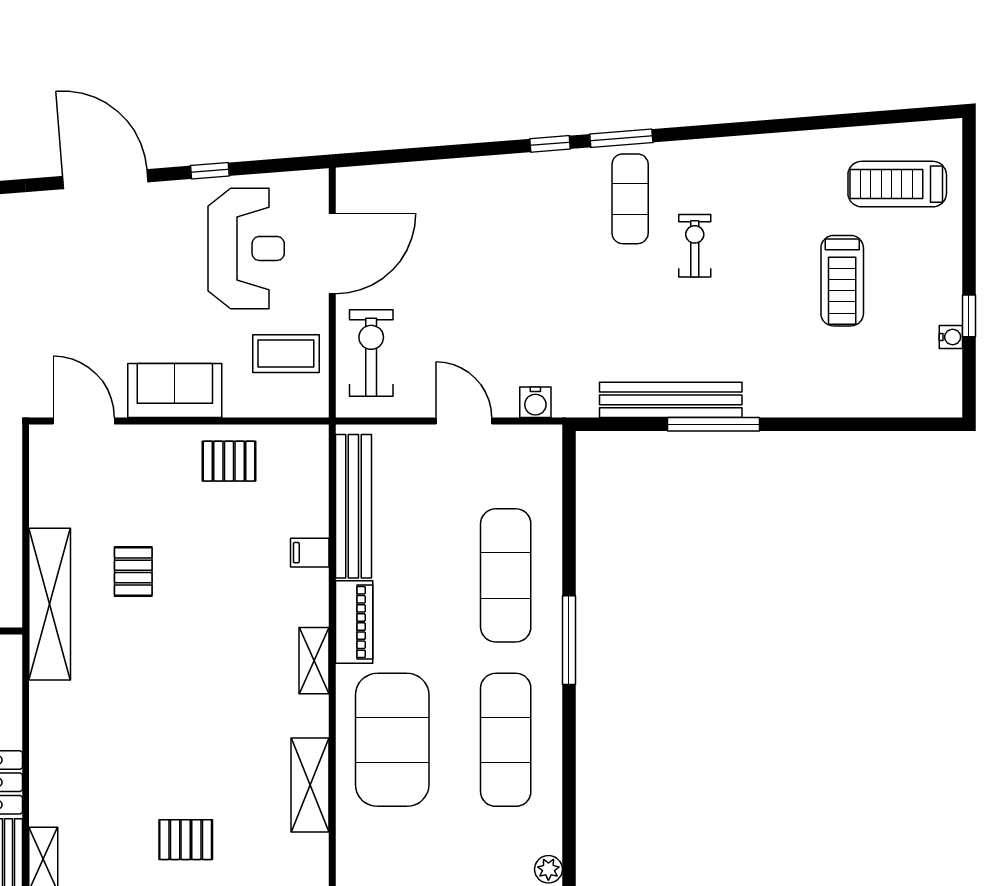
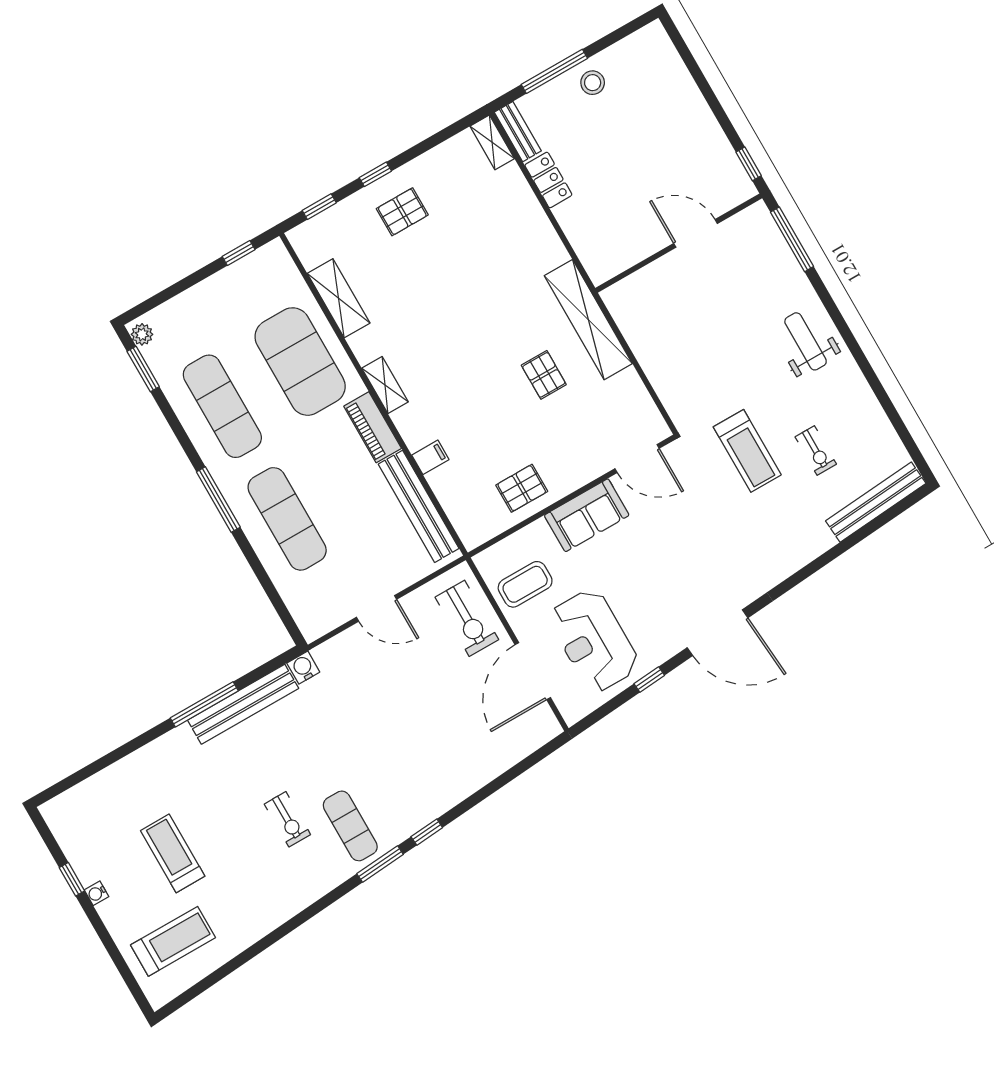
water cooler: (951, 337) -> (97, 893), moved
water cooler: (535, 402) -> (303, 668), moved
window: (569, 831) -> (143, 369), added

